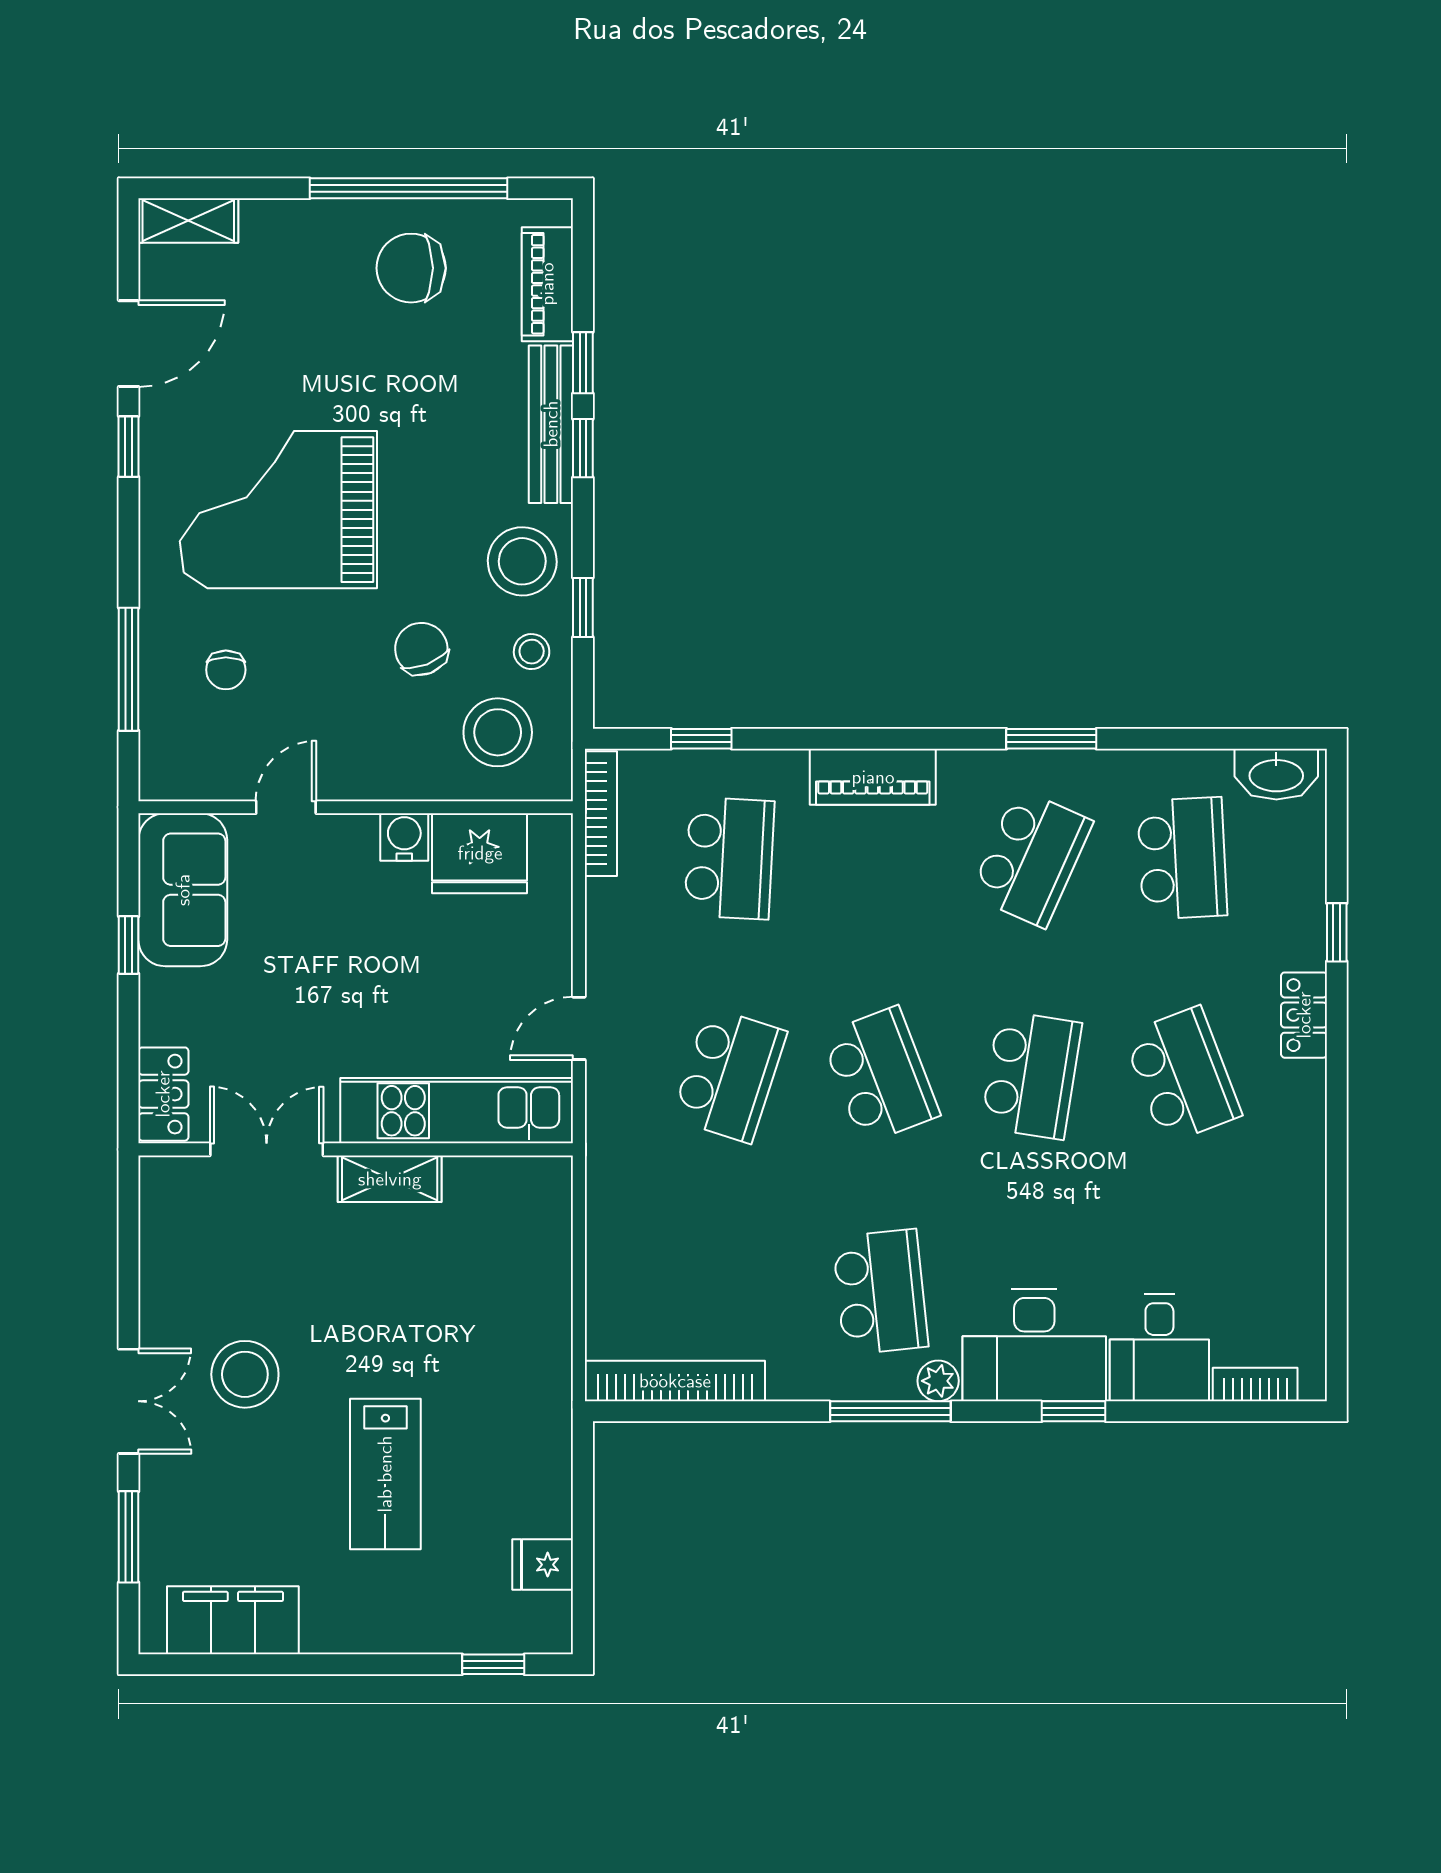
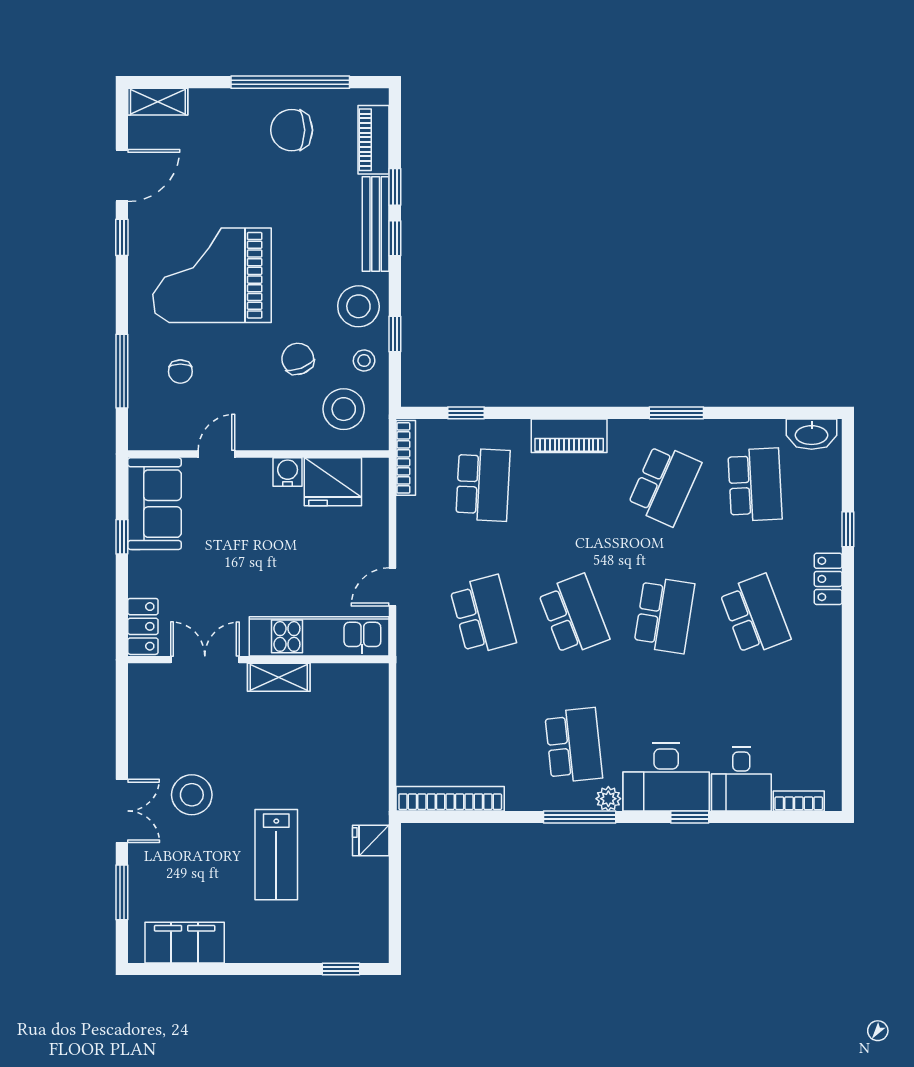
school desk: (729, 1075) -> (483, 615), turned -33
fridge: (543, 1565) -> (371, 840), moved

